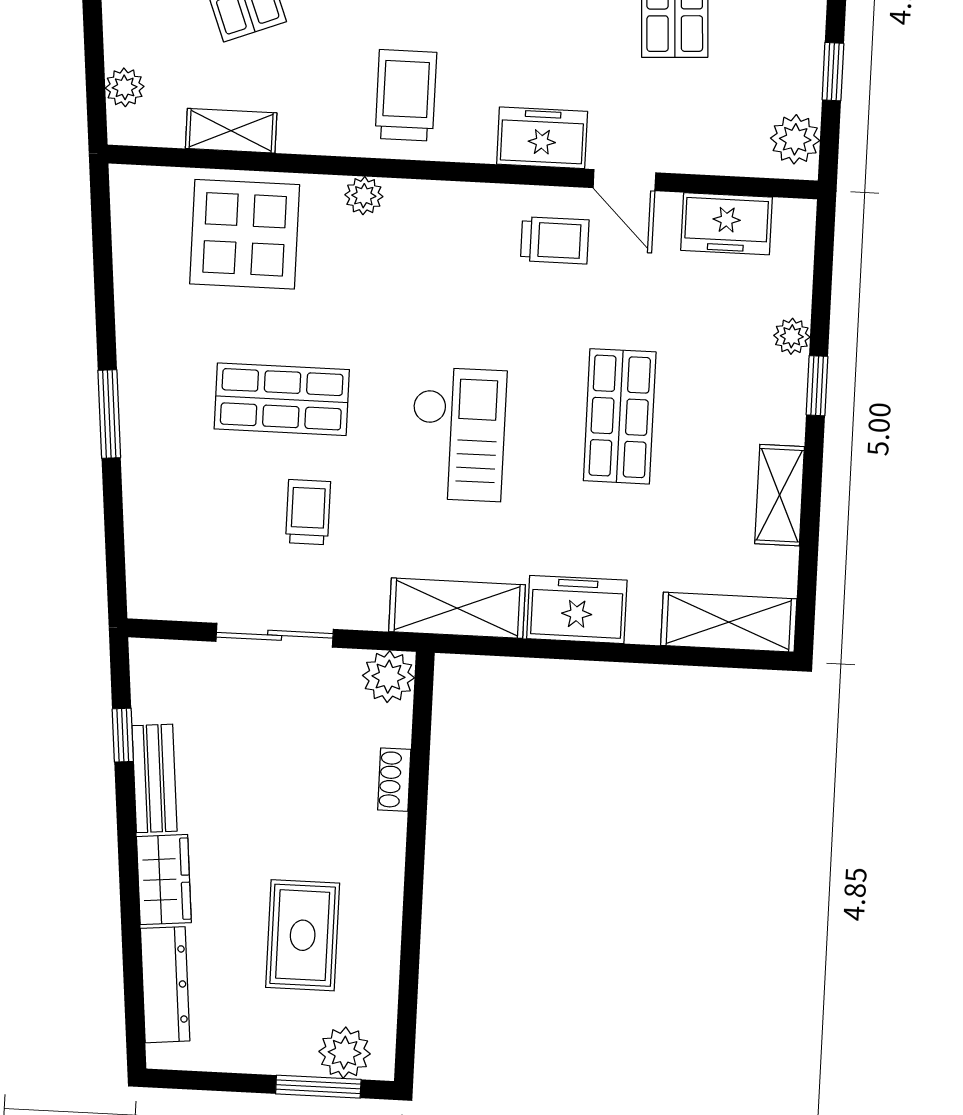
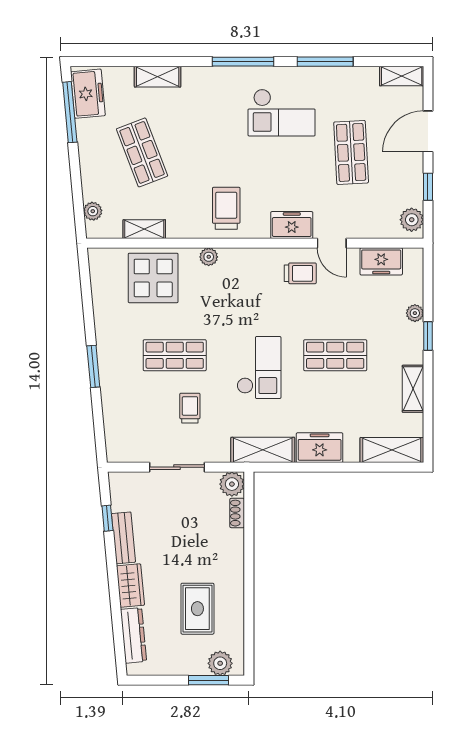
shop shelf: (620, 416) -> (335, 355), turned 90
shoe rack: (394, 780) -> (237, 513), moved

